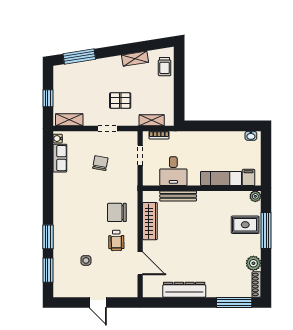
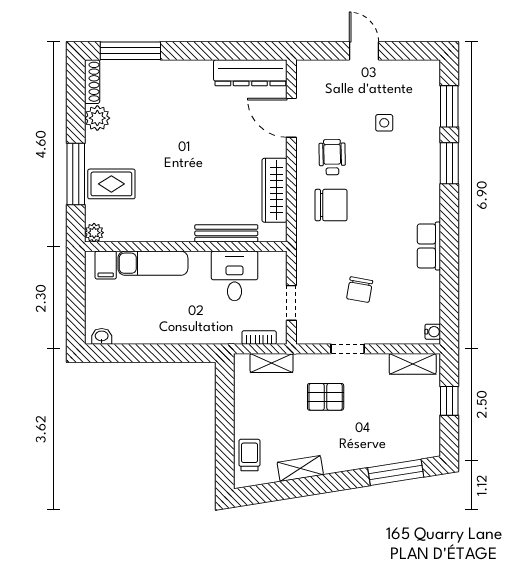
row of seats: (60, 158) -> (429, 246), moved
dresser: (184, 290) -> (250, 73), moved

